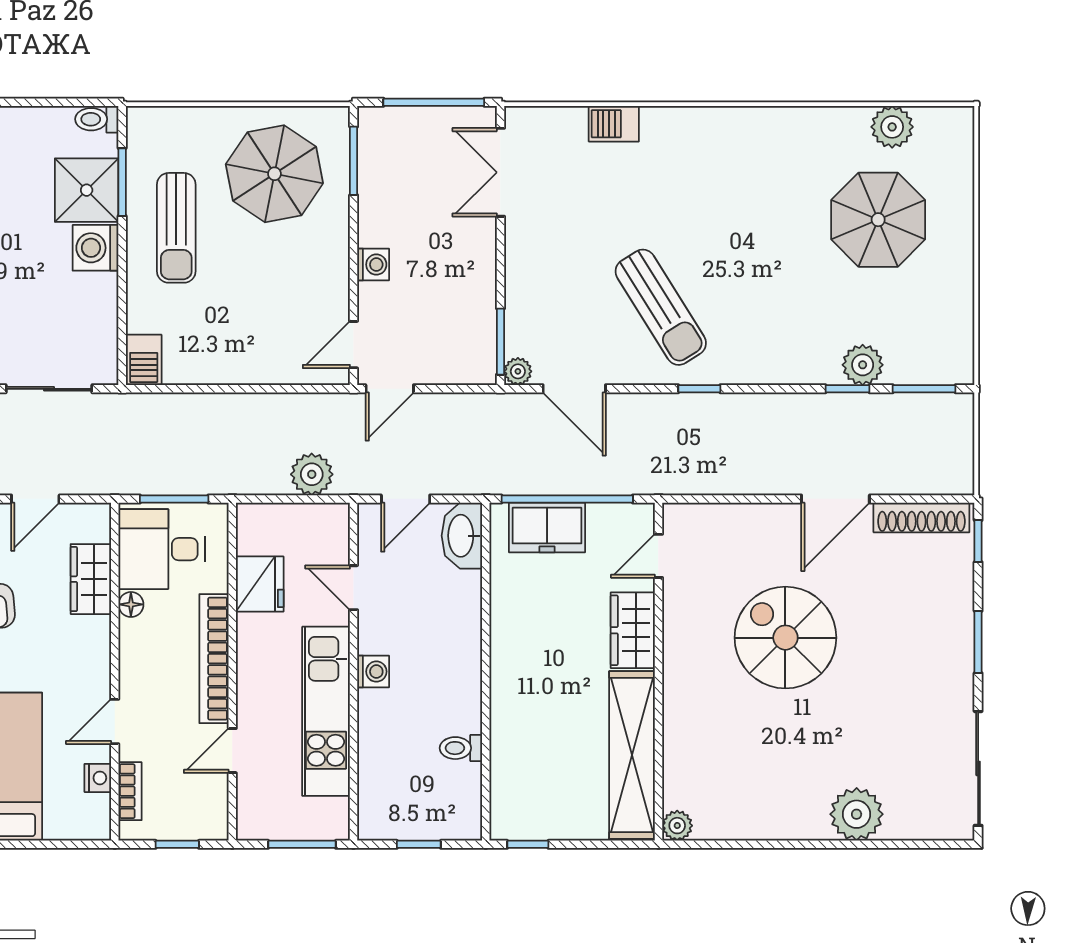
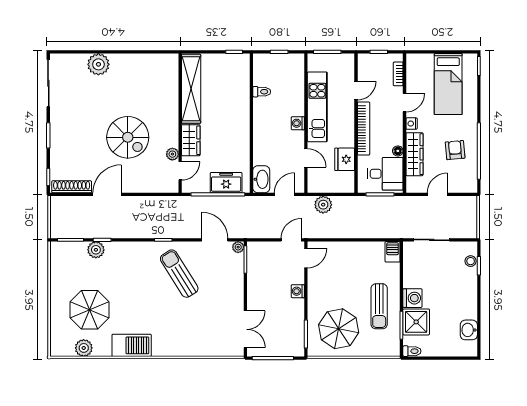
barbecue: (614, 124) -> (132, 345), moved, width x1.88, depth x1.53
sun lounger: (176, 228) -> (379, 306), turned 180
wardrobe: (91, 579) -> (414, 154), width x1.50
nightstand: (98, 778) -> (412, 124), moved
plant: (677, 826) -> (172, 154), moved

